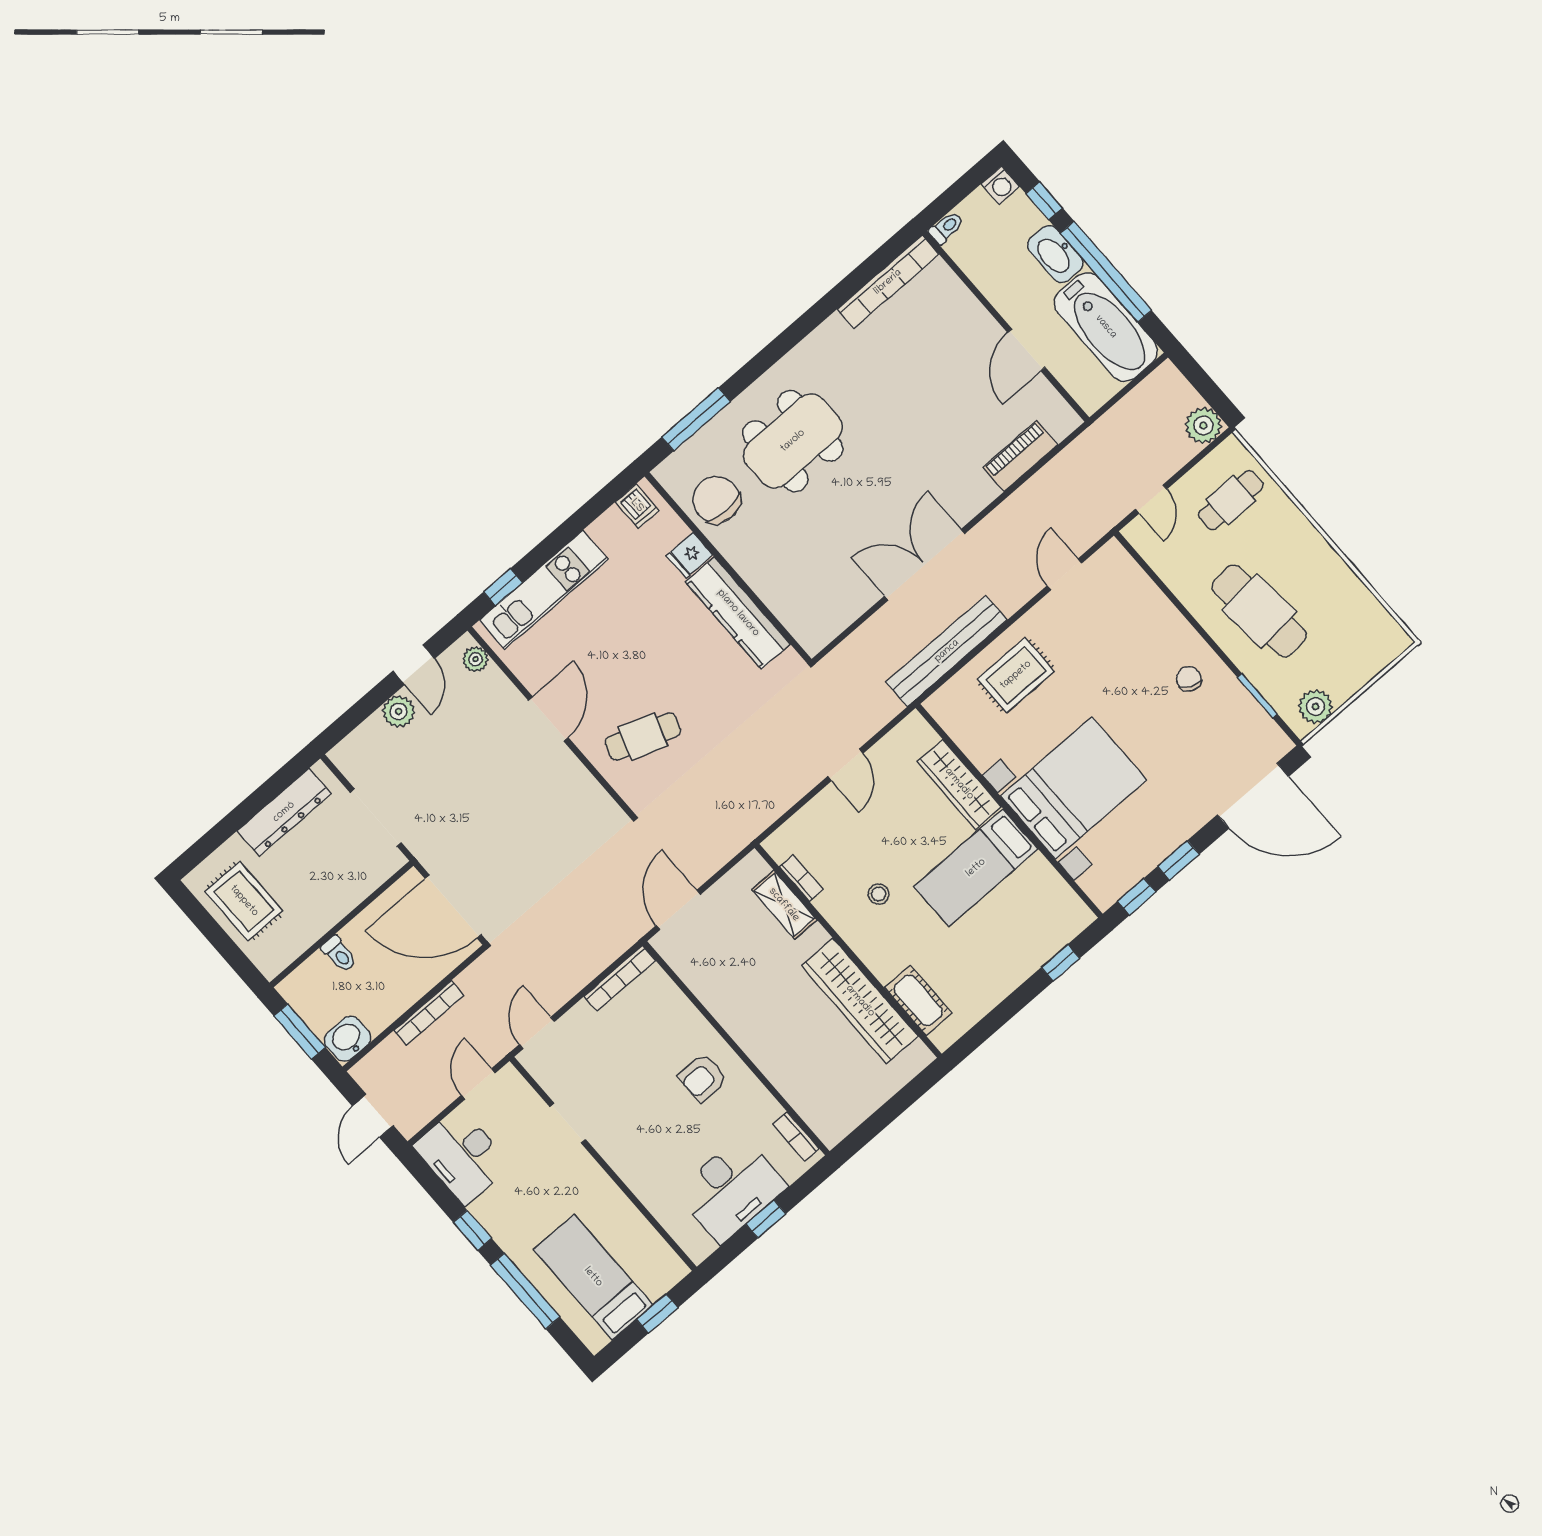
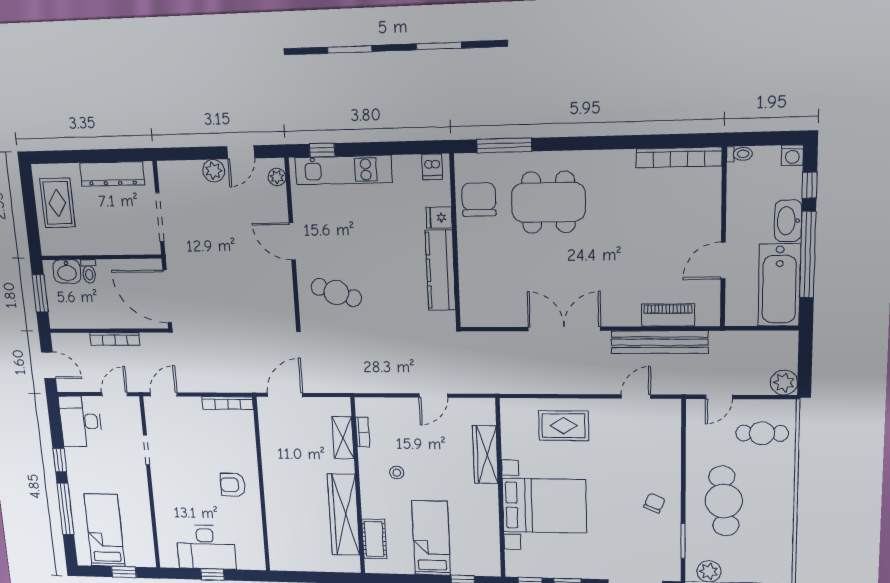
bench: (947, 651) -> (660, 342), moved
door: (548, 719) -> (292, 241), swing flipped
bed: (976, 868) -> (431, 538), moved, turned 90
washbasin: (348, 1039) -> (67, 271), moved, turned 180
door: (373, 1116) -> (49, 365), swing flipped
bookcase: (796, 1136) -> (258, 550), removed

